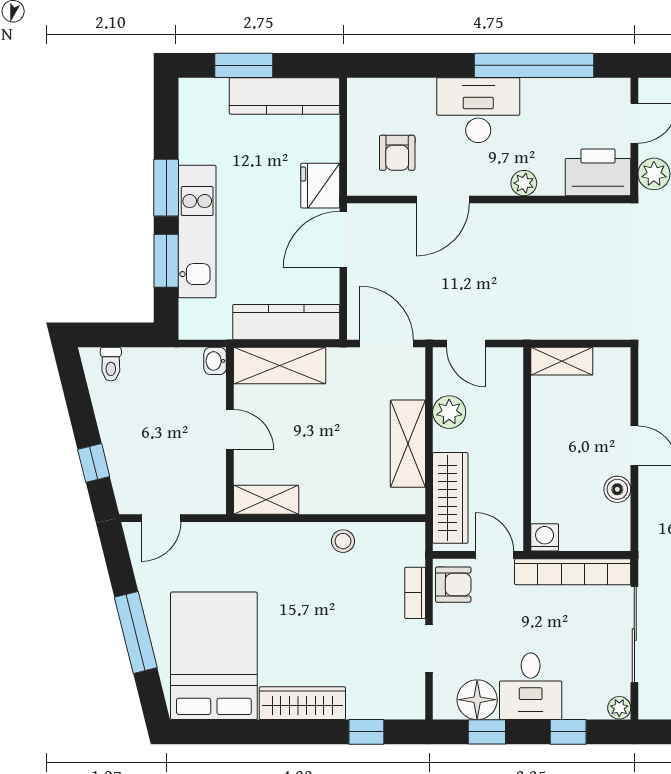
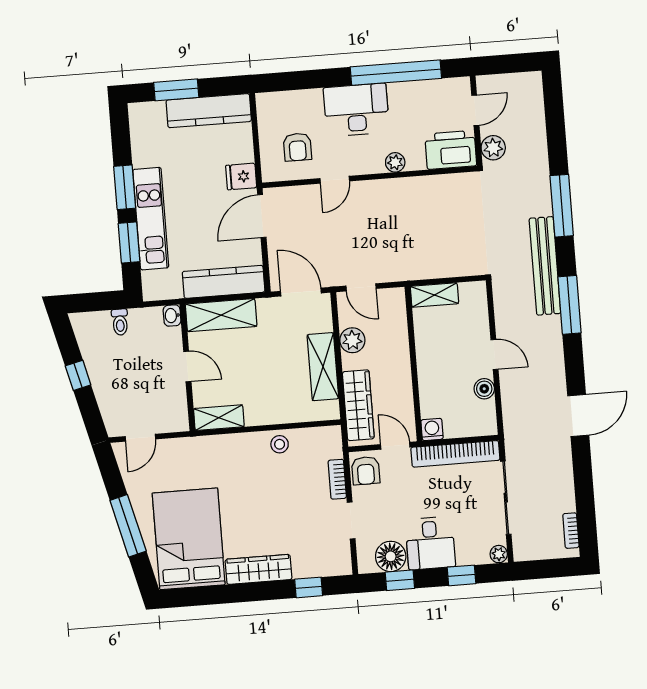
fridge: (320, 186) -> (241, 177), width x0.72
door: (443, 200) -> (335, 180), width x0.73
toilet: (111, 364) -> (120, 322), moved
window: (94, 463) -> (78, 375), moved
armchair: (453, 585) -> (366, 471), turned 90

